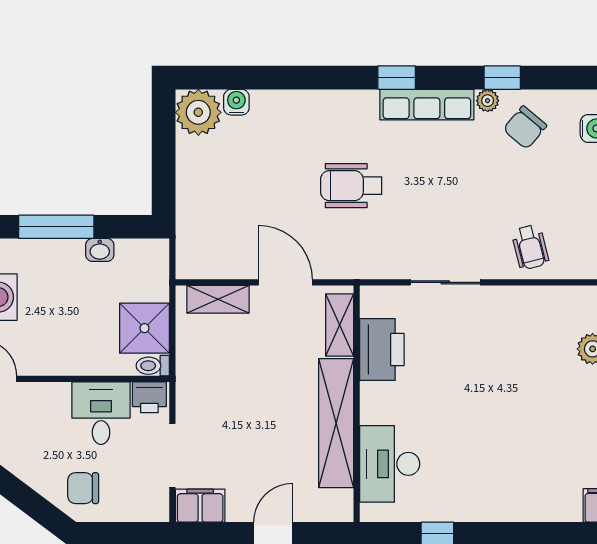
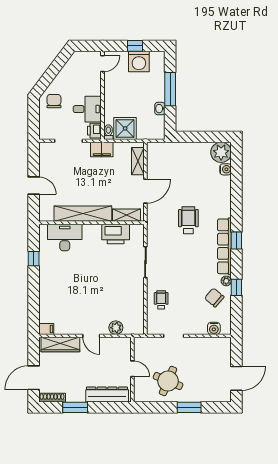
row of seats: (427, 105) -> (224, 246), width x1.36
wheelchair: (530, 247) -> (161, 300), turned 104
filing cabinet: (200, 506) -> (102, 149), moved, turned 90

